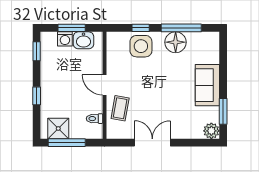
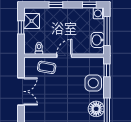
window: (72, 28) -> (107, 31), width x1.44
window: (141, 28) -> (107, 70), moved
washing machine: (65, 39) -> (99, 13), moved
window: (67, 143) -> (21, 27), width x0.46

